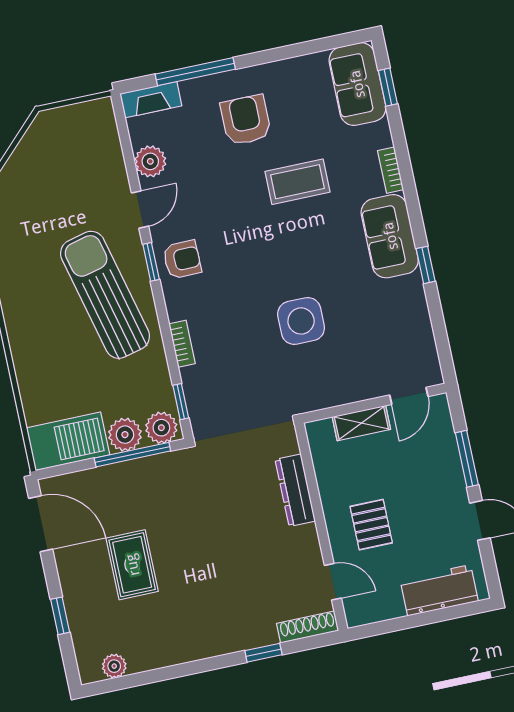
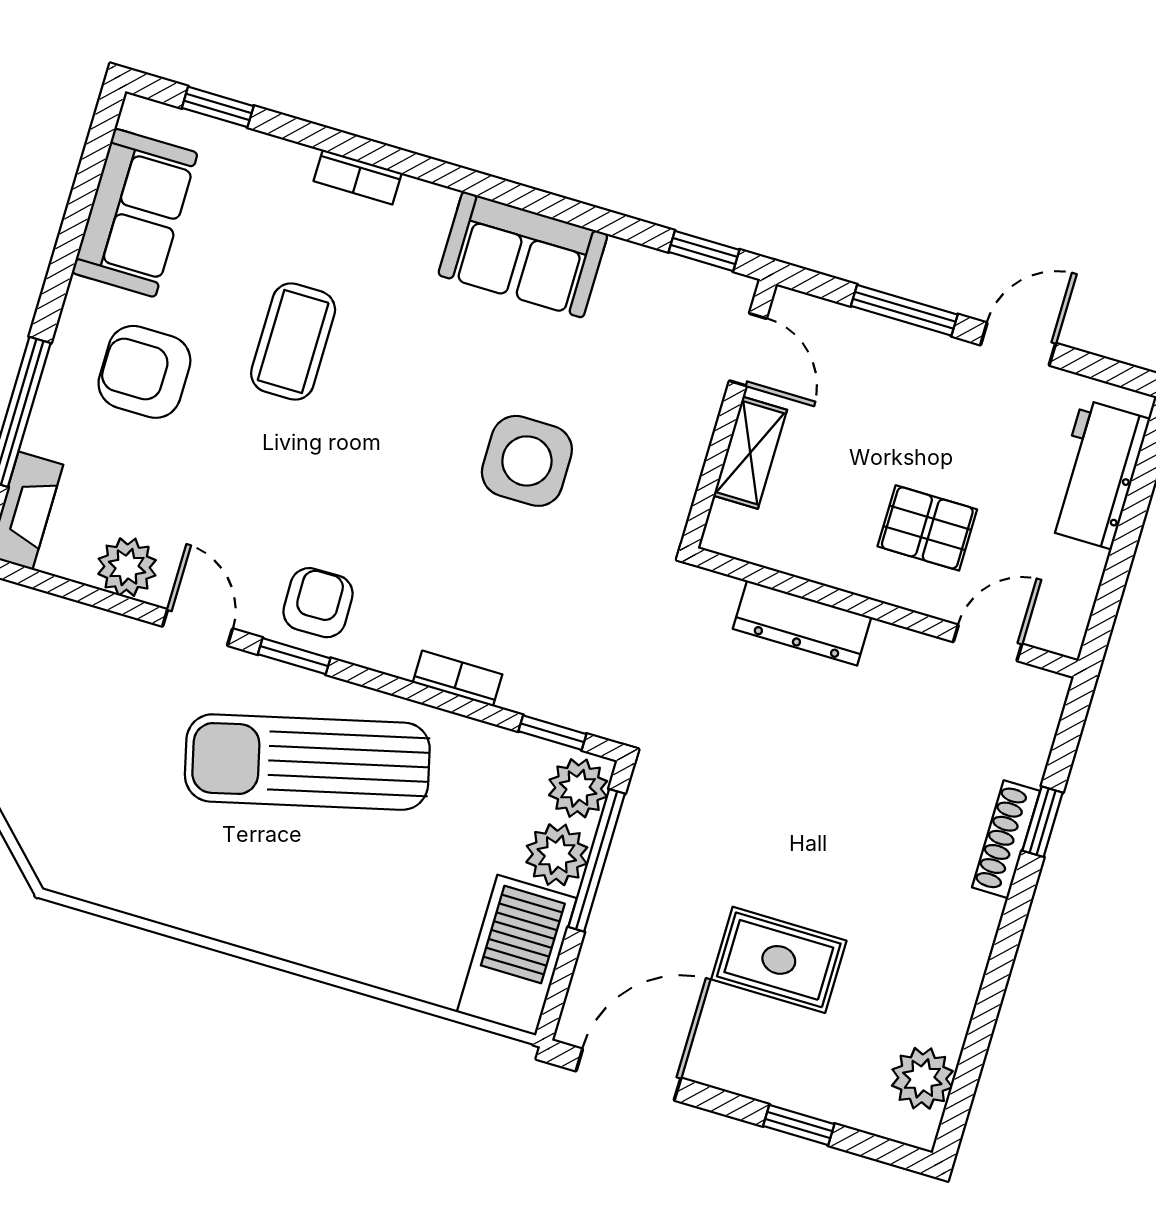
sofa: (357, 84) -> (135, 213), moved, turned -90
sofa: (390, 236) -> (523, 255), moved
window: (426, 265) -> (704, 251), moved
shoe rack: (308, 627) -> (1006, 839), moved
plant: (114, 666) -> (922, 1078), width x1.38, depth x1.38

